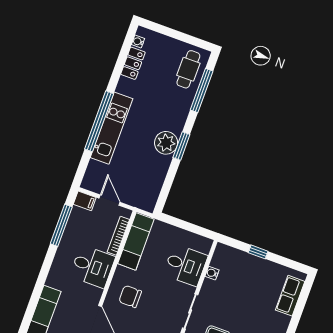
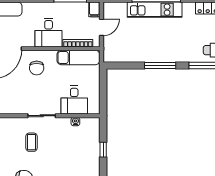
plant: (166, 143) -> (158, 53), removed
window: (181, 146) -> (160, 65), width x1.44
chair: (130, 296) -> (37, 68), turned 180

